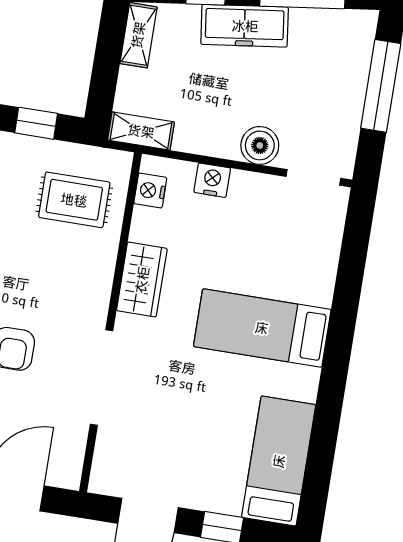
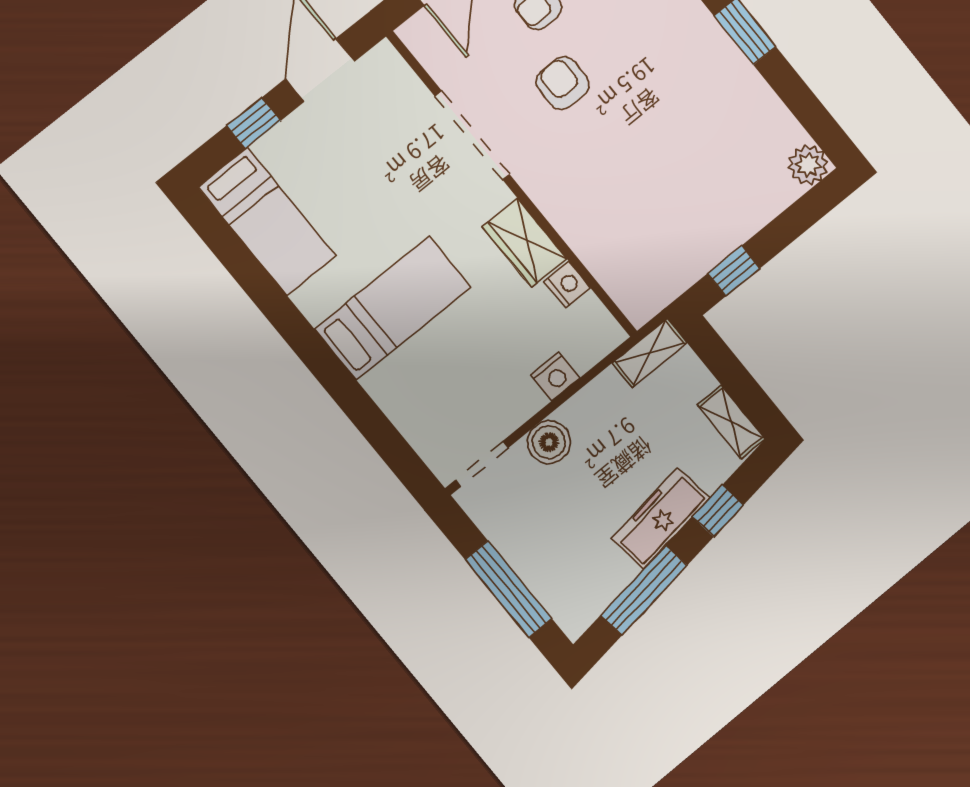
nightstand: (150, 191) -> (567, 285), moved
rug: (74, 200) -> (642, 246), removed

